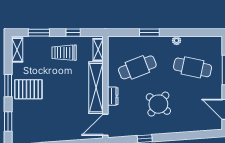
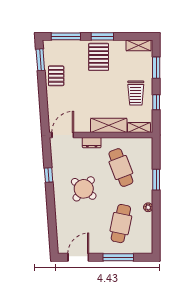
trolley: (64, 53) -> (136, 93), turned 180
shelving: (96, 88) -> (109, 125), width x0.68
window: (8, 122) -> (66, 36), width x1.44
door: (105, 125) -> (63, 135), hinge flipped
pallet: (47, 131) -> (56, 76), added

